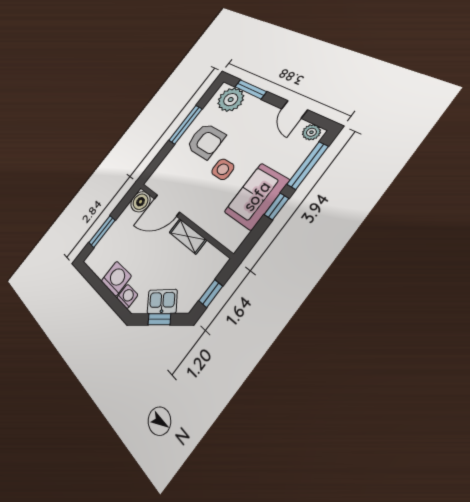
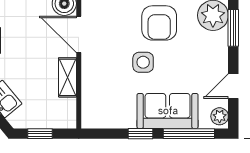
sofa: (257, 196) -> (168, 111), moved

